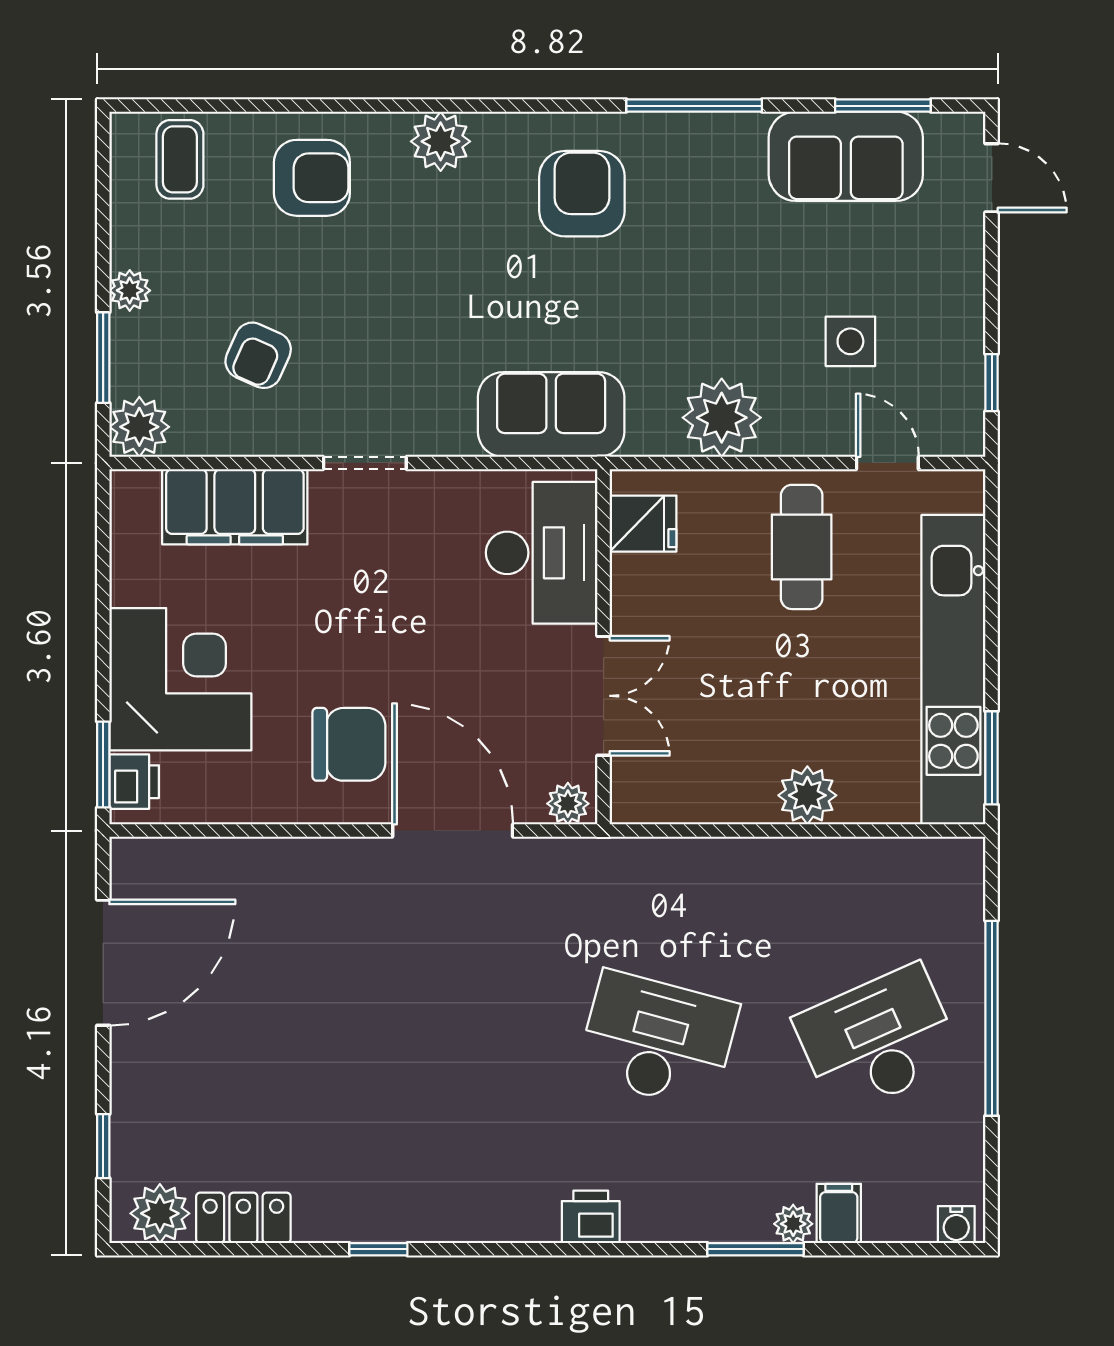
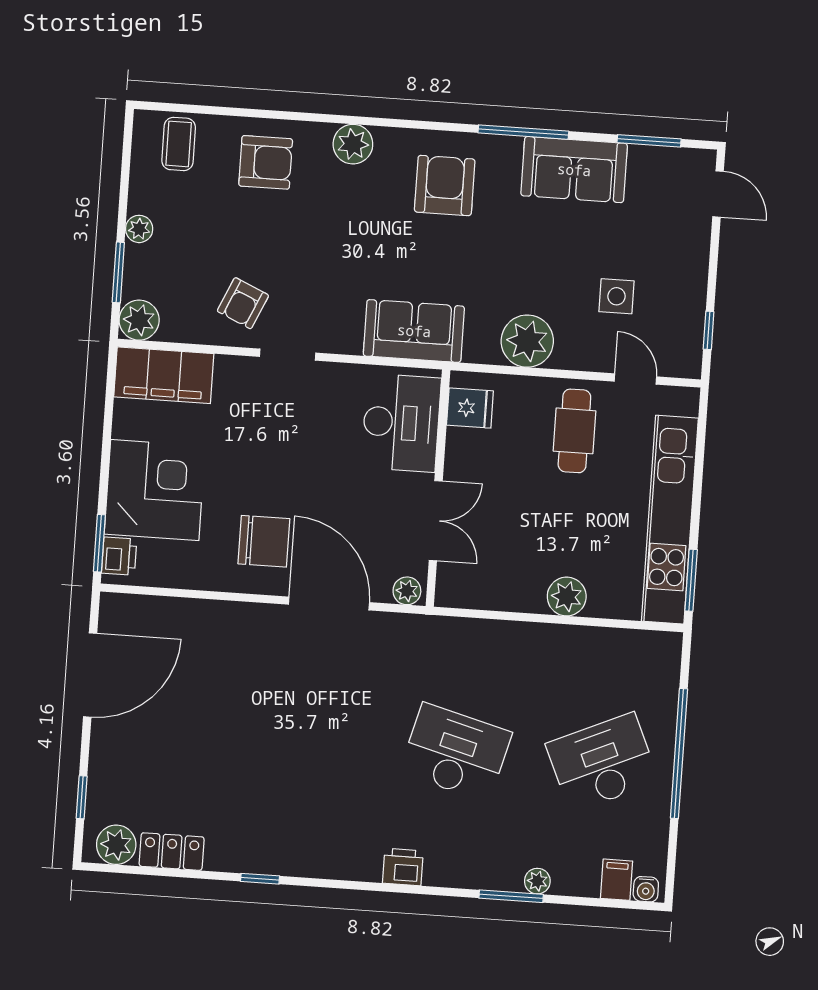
sofa: (846, 156) -> (574, 170), moved
armchair: (258, 355) -> (243, 303), moved
filing cabinet: (235, 507) -> (164, 375), moved
filing cabinet: (839, 1213) -> (617, 880), moved

